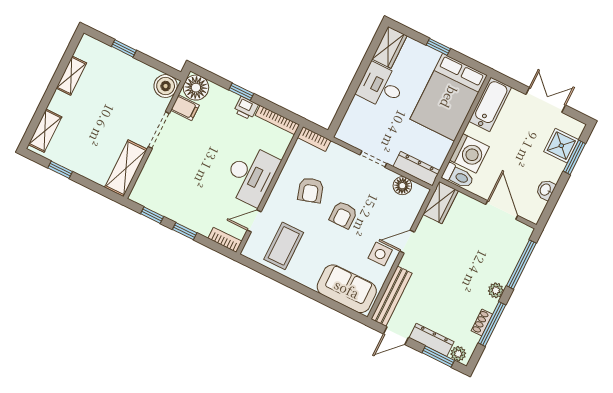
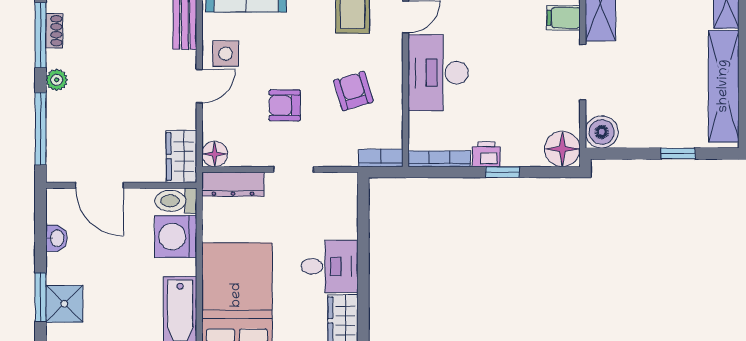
shelving: (71, 76) -> (724, 86), width x2.20, depth x1.33
filing cabinet: (185, 108) -> (564, 18), moved
floor lamp: (402, 186) -> (215, 154), moved
armchair: (343, 215) -> (285, 105), moved, turned -90

